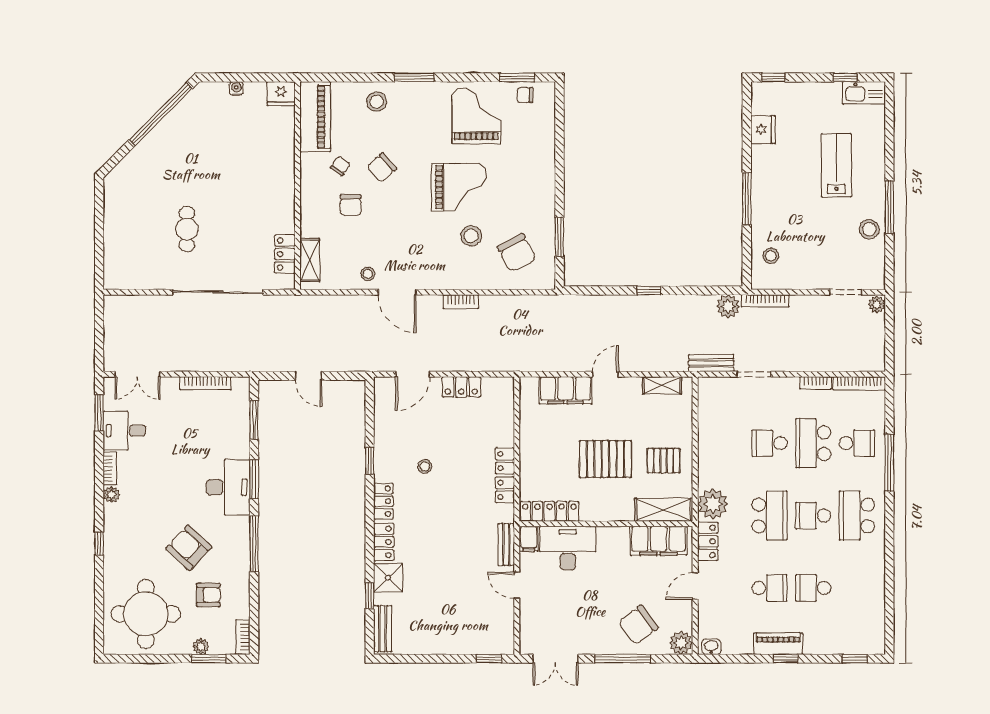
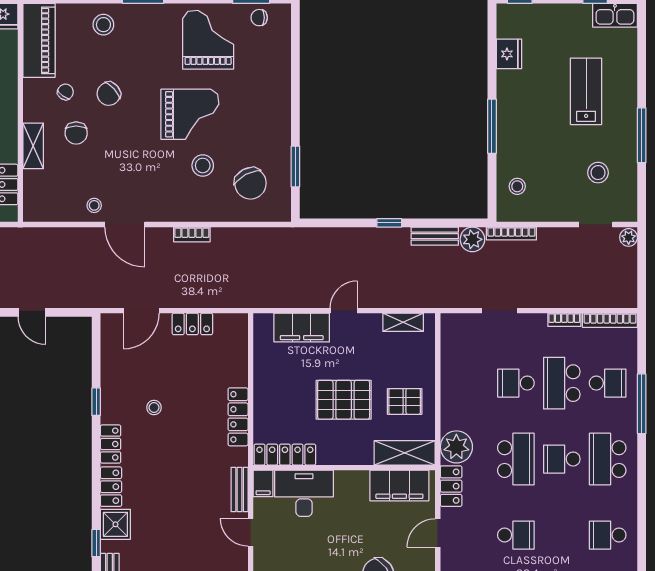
stool: (869, 229) -> (598, 173), moved
shelving: (310, 260) -> (33, 146), moved
bench: (711, 363) -> (435, 236), moved
school desk: (813, 588) -> (608, 535), moved

